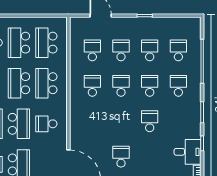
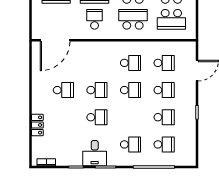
school desk: (46, 43) -> (171, 19), turned 180
school desk: (150, 86) -> (97, 90), moved
desk: (188, 152) -> (95, 153), moved

